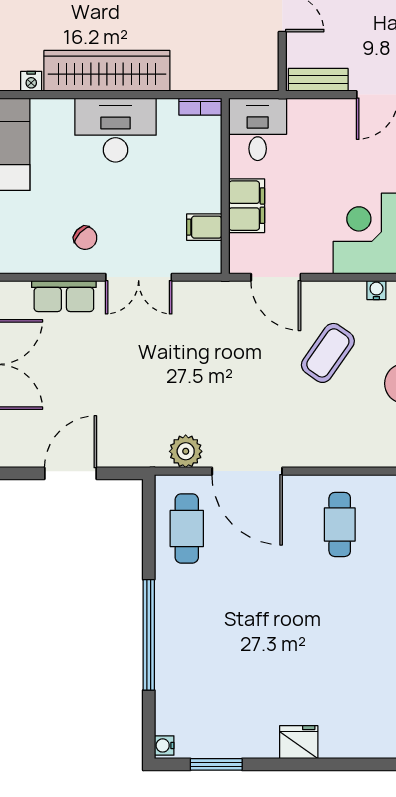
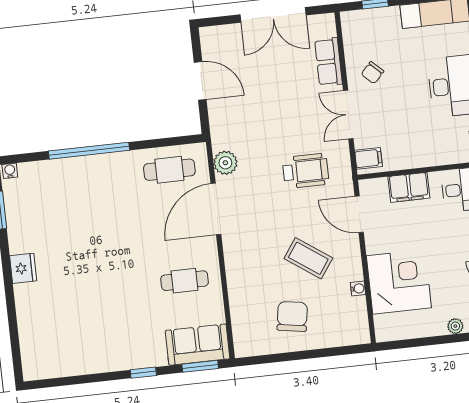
filing cabinet: (204, 227) -> (368, 158), moved, turned 90
door: (276, 277) -> (359, 214), hinge flipped
wheelchair: (209, 344) -> (306, 171), added

